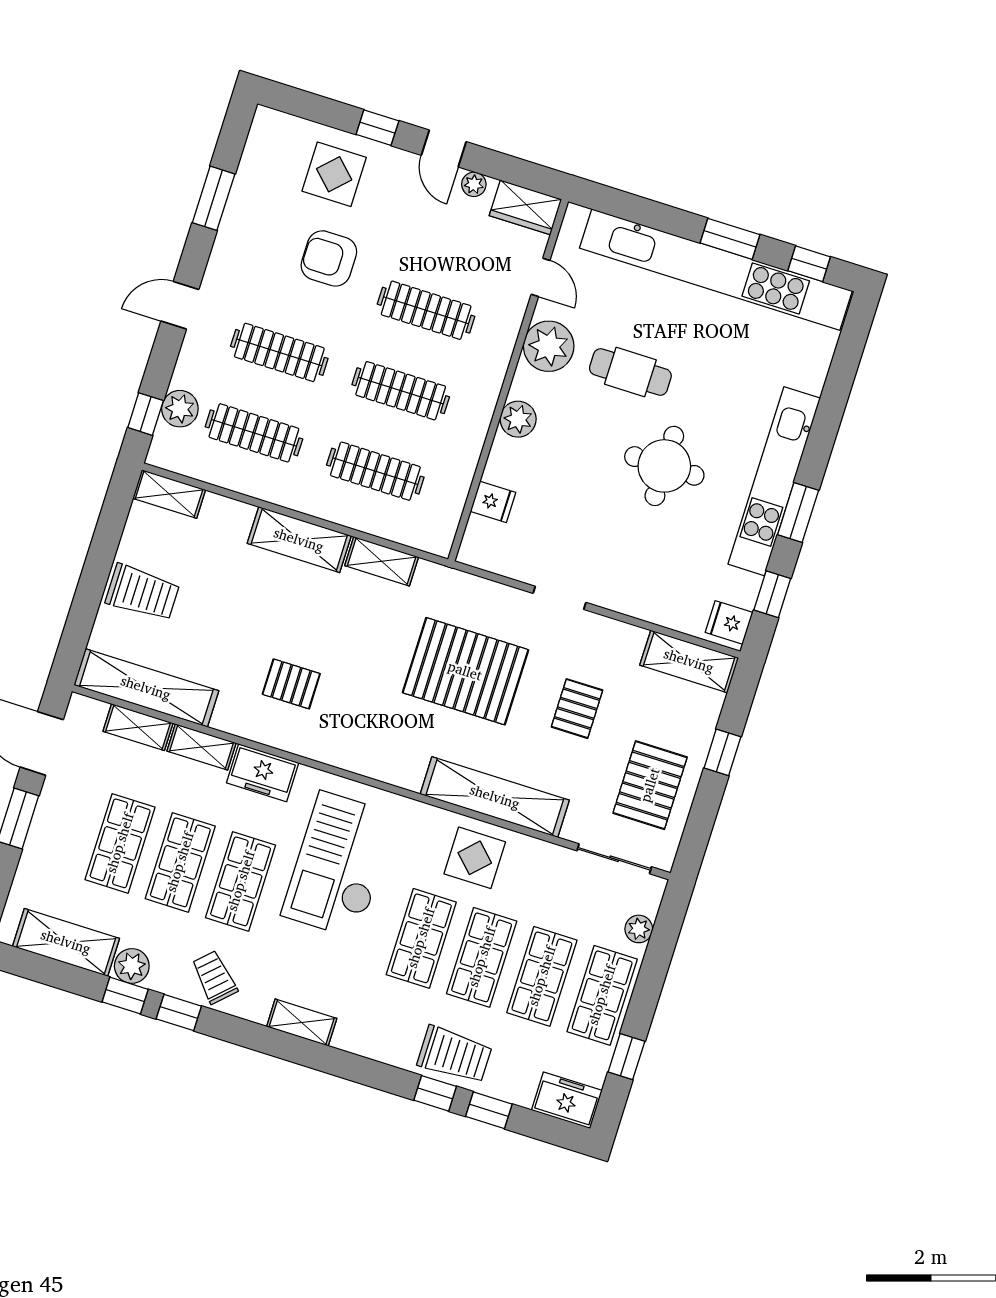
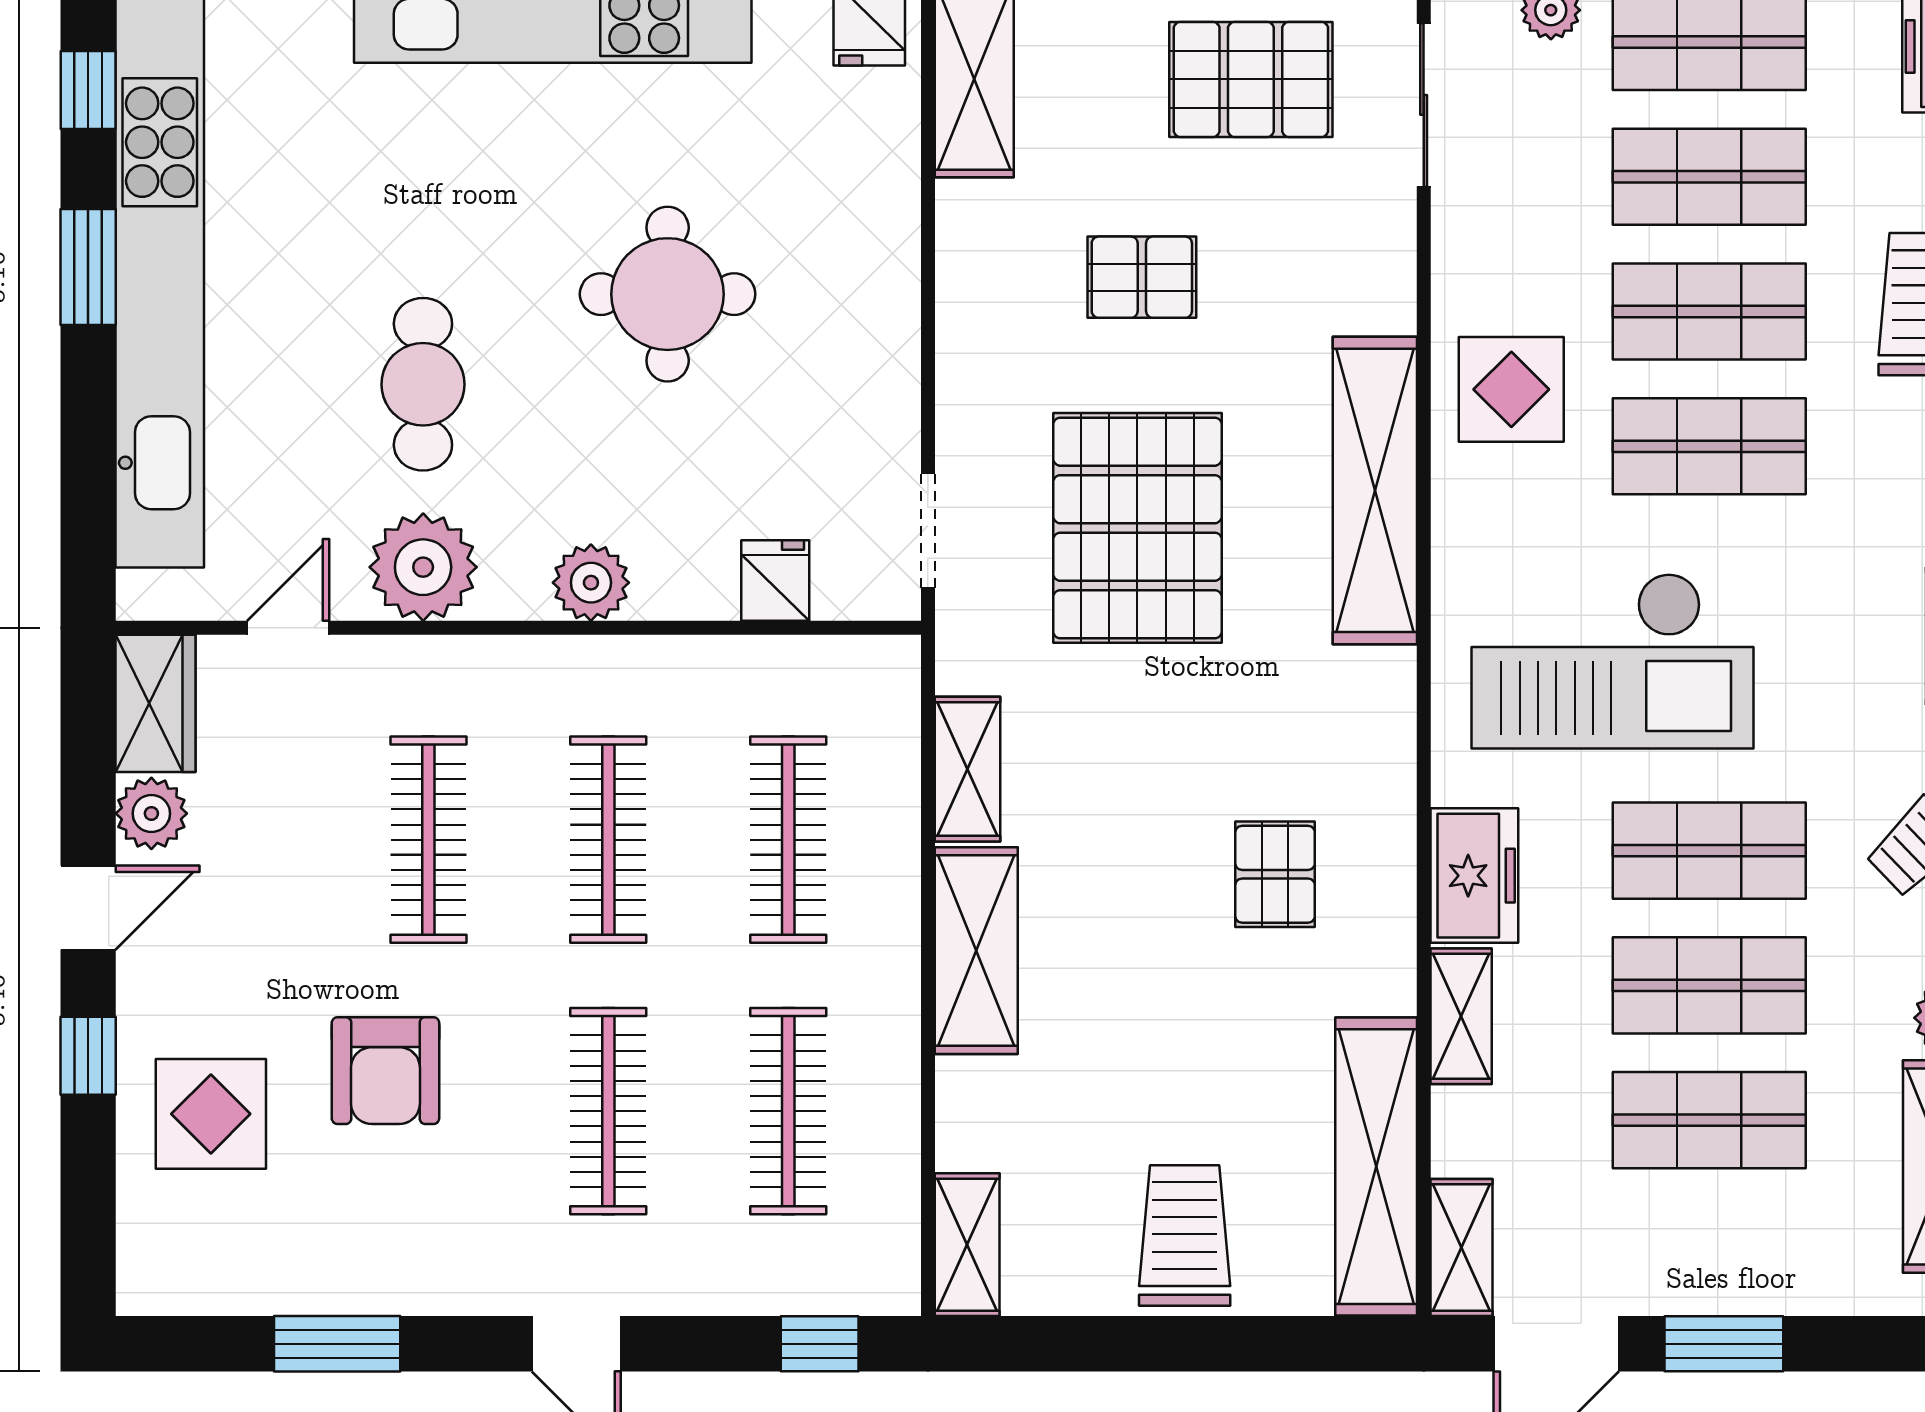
plant: (474, 184) -> (151, 813), width x1.38, depth x1.38
plant: (180, 409) -> (787, 1277), removed
round table: (664, 466) -> (668, 294), moved
doorway: (560, 598) -> (928, 531), moved
shelving: (138, 727) -> (1461, 1248), moved
shelving: (495, 797) -> (1375, 490), moved

